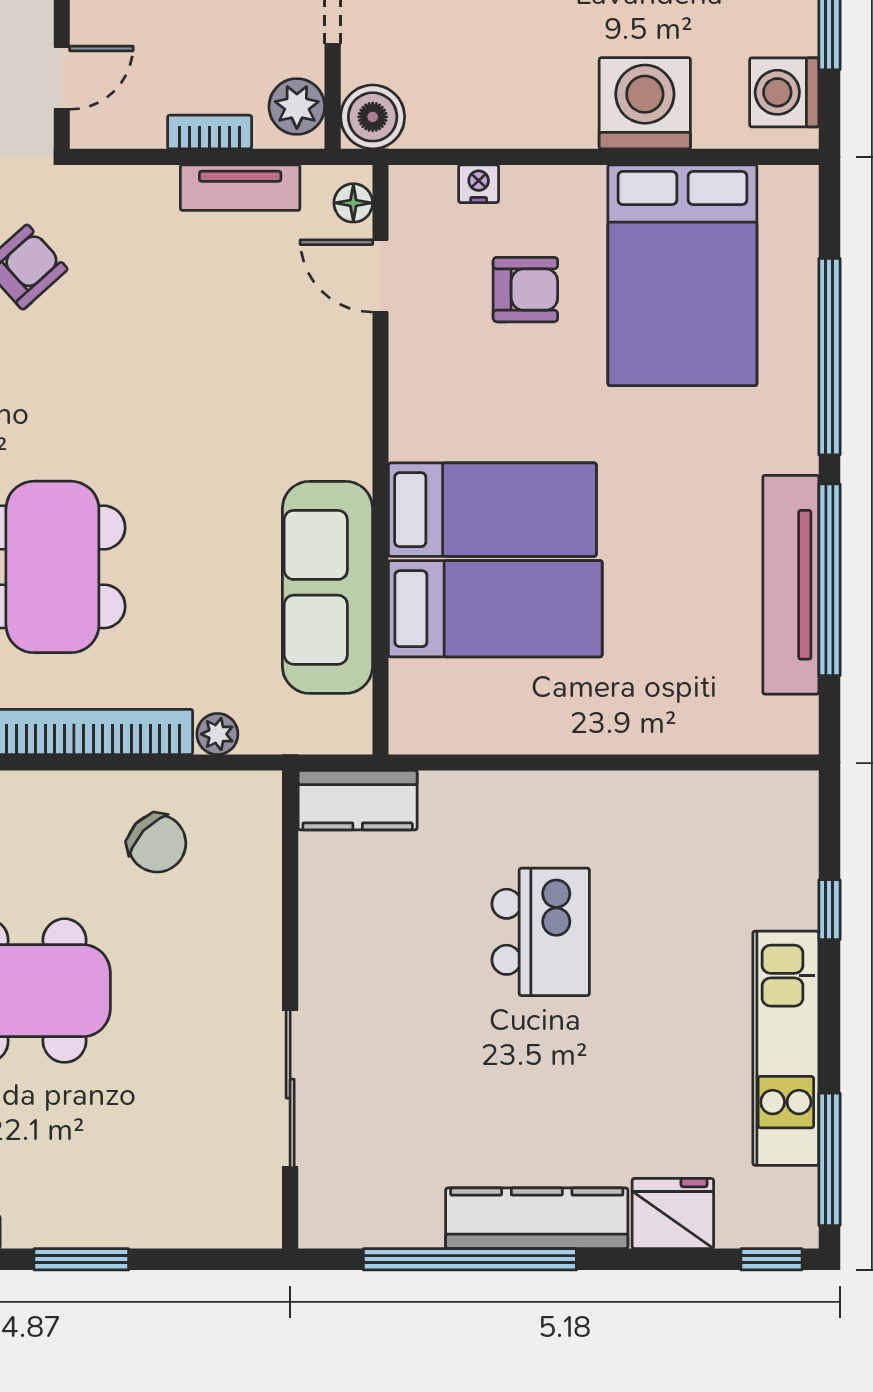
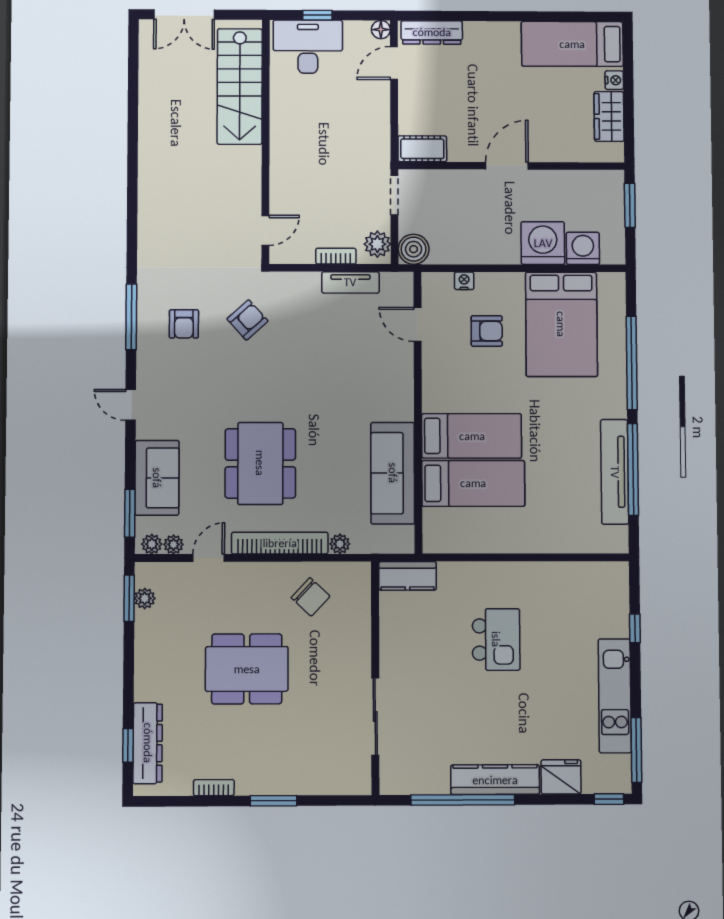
washing machine: (784, 92) -> (583, 248), moved, turned 90
floor lamp: (353, 203) -> (404, 290), removed

